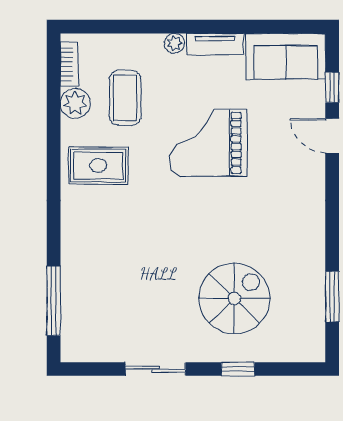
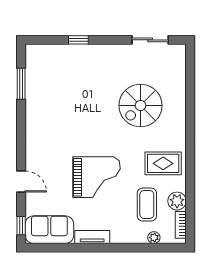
plant: (174, 43) -> (154, 238), moved
window: (332, 87) -> (21, 226), moved
spiral stairs: (234, 298) -> (140, 105), moved
window: (54, 301) -> (190, 81), removed
sliding door: (155, 369) -> (150, 40), moved

